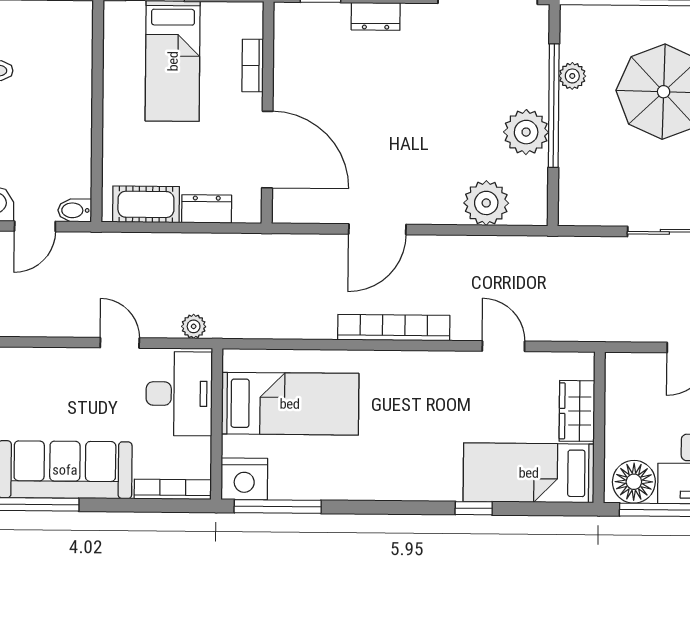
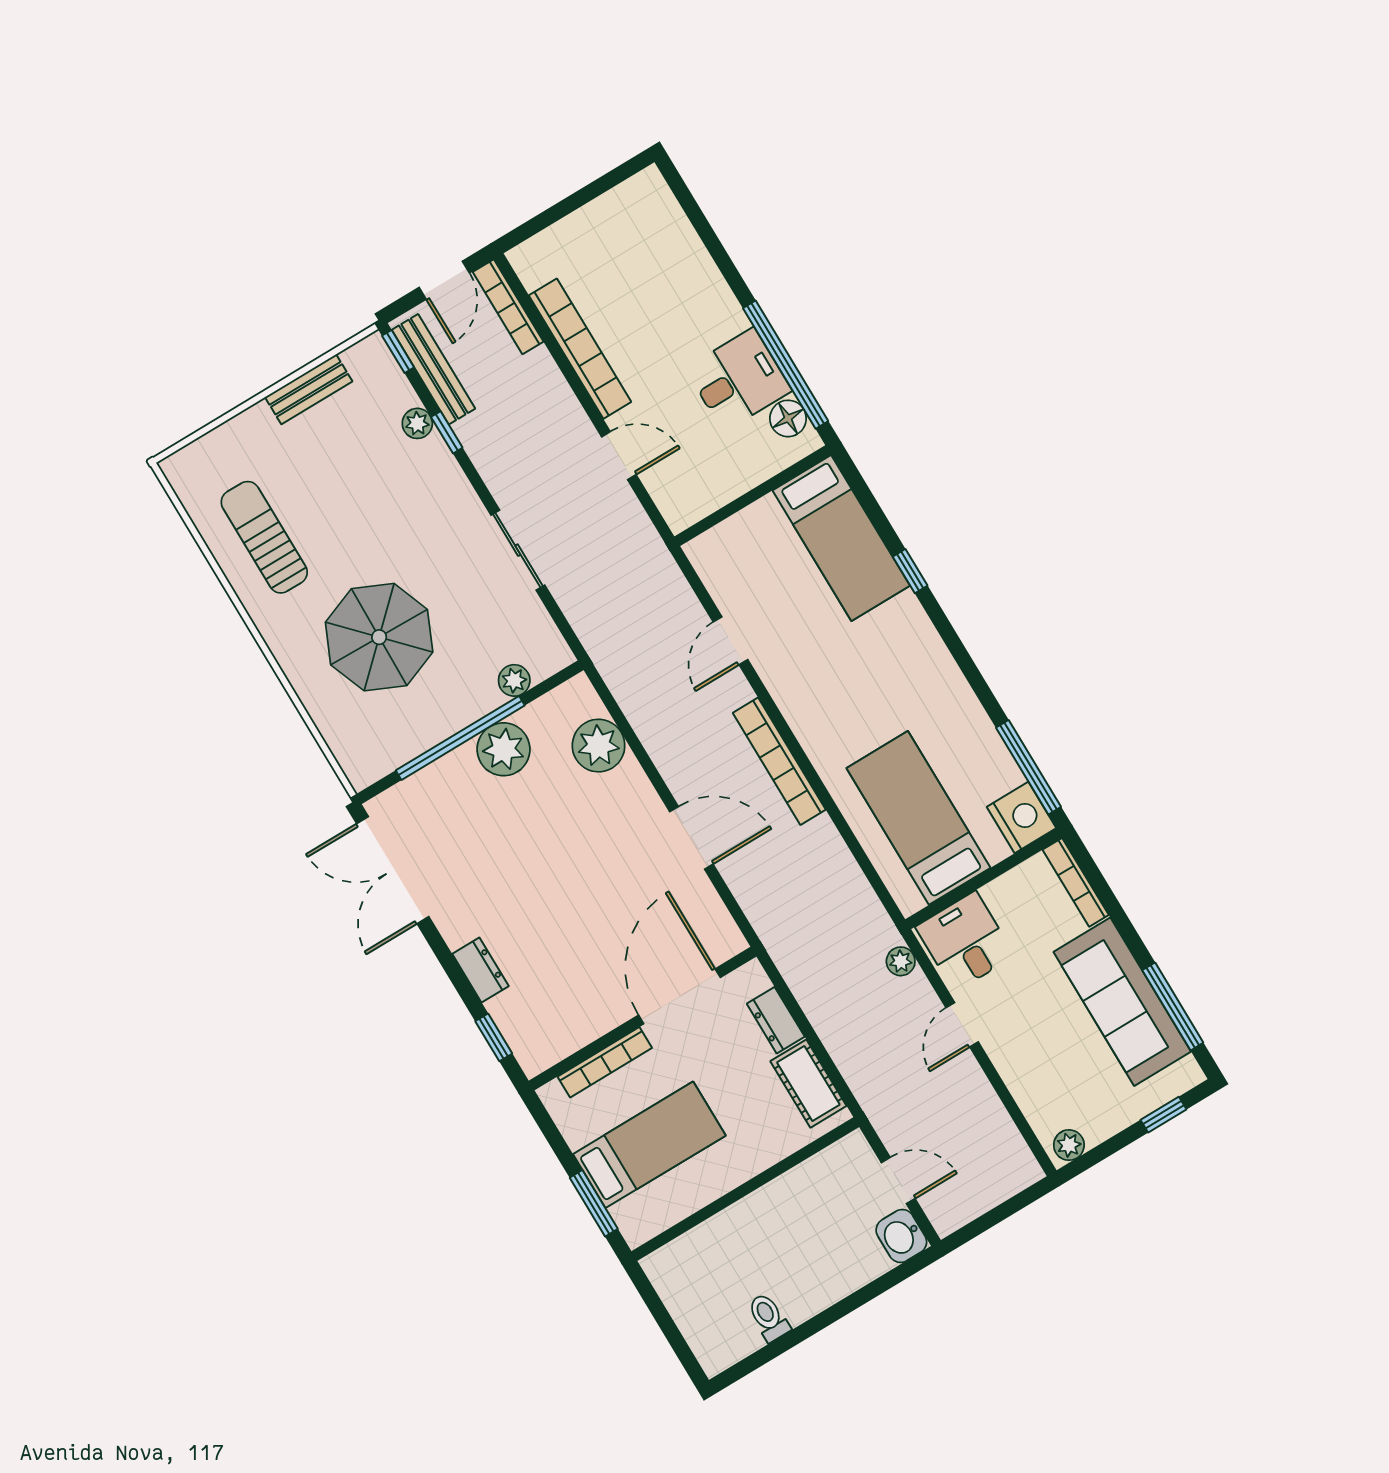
bookcase: (253, 66) -> (605, 1062), width x1.56
plant: (572, 76) -> (514, 680), moved
bidet: (75, 210) -> (858, 1151), removed
desk: (179, 394) -> (965, 941), width x0.73
wardrobe: (577, 411) -> (750, 528), removed
floor lamp: (634, 482) -> (788, 418), width x0.73, depth x0.73

